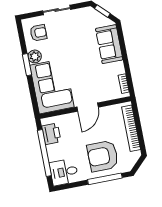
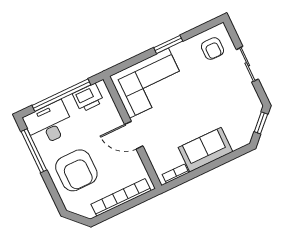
sofa: (109, 44) -> (206, 150), moved
plant: (35, 56) -> (181, 51), removed
armchair: (103, 156) -> (76, 170), turned 180
desk: (64, 172) -> (49, 124), width x1.37
window: (105, 179) -> (34, 151), moved

